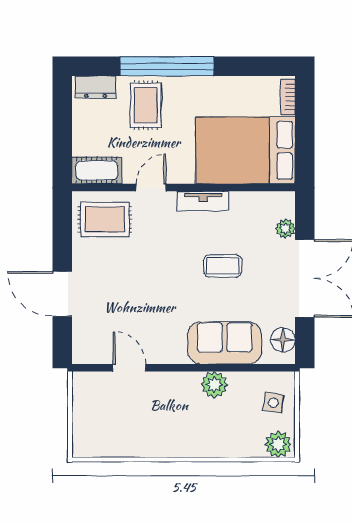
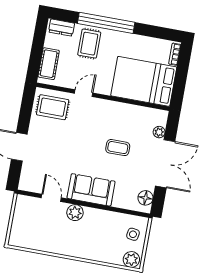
cot: (97, 170) -> (49, 64), moved, turned 90
tv unit: (203, 201) -> (113, 107), removed
sofa: (225, 343) -> (91, 190), moved
plant: (214, 385) -> (75, 213), moved

